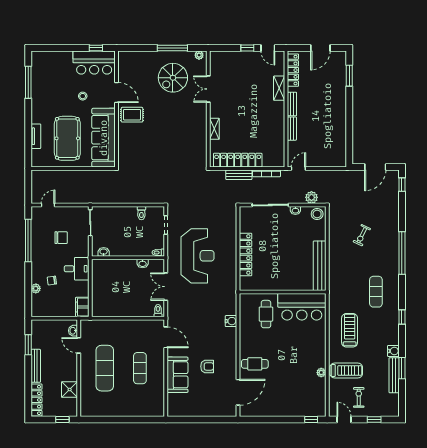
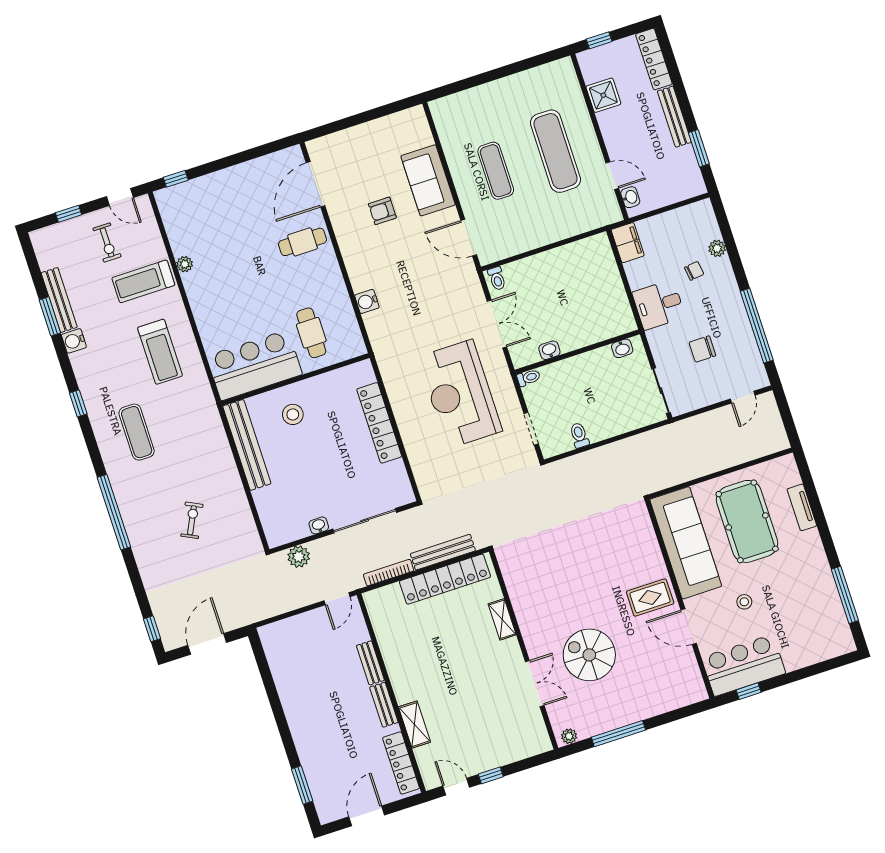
spiral stairs: (173, 78) -> (589, 655), moved, turned -90
bench: (239, 175) -> (443, 552), width x1.36
stool: (317, 214) -> (293, 414), moved

